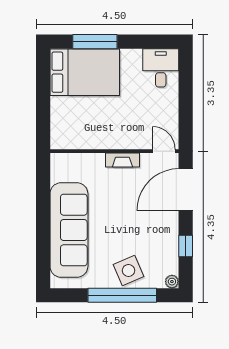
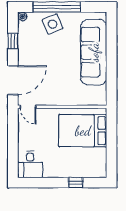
window: (95, 42) -> (76, 183), width x0.46
bed: (85, 72) -> (83, 131), moved
fireplace: (122, 160) -> (57, 101), removed

